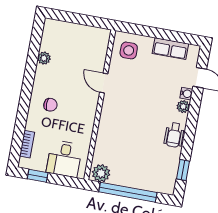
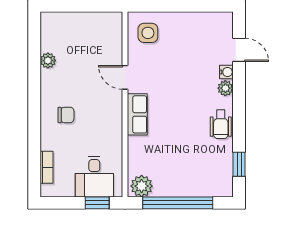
row of seats: (170, 49) -> (137, 114), moved, turned -90
window: (38, 176) -> (97, 203), moved

